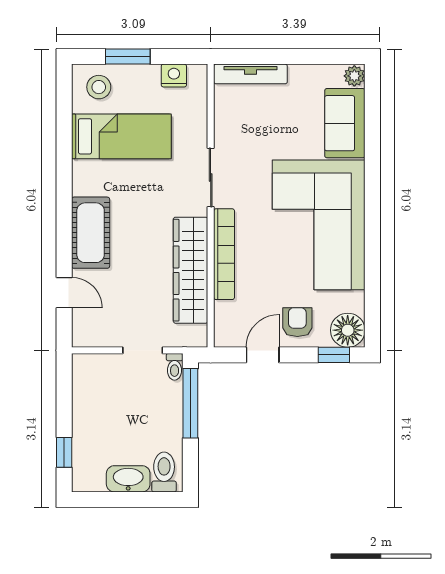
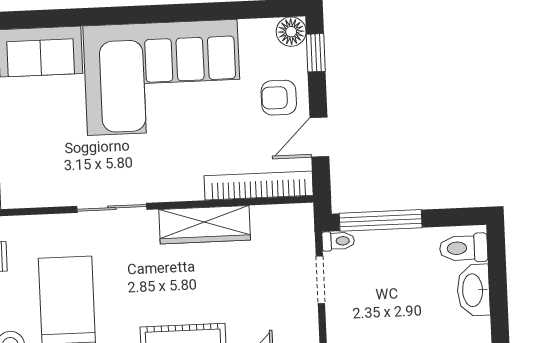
bookcase: (224, 254) -> (259, 186), moved
wardrobe: (191, 270) -> (205, 225), width x0.71, depth x0.85
floor lamp: (348, 330) -> (291, 32), width x0.73, depth x0.73
door: (263, 355) -> (319, 137), hinge flipped

